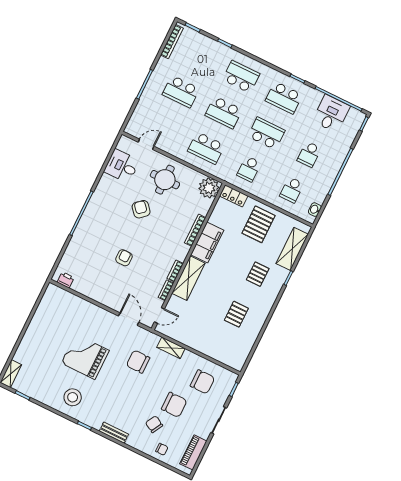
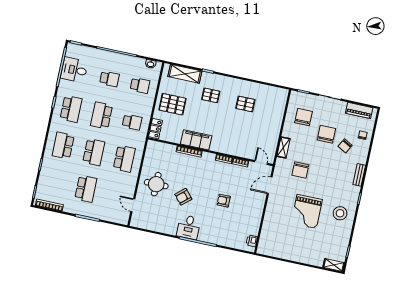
desk: (122, 166) -> (189, 227), moved
plant: (209, 188) -> (154, 149), removed
shelving: (188, 278) -> (227, 147), removed

